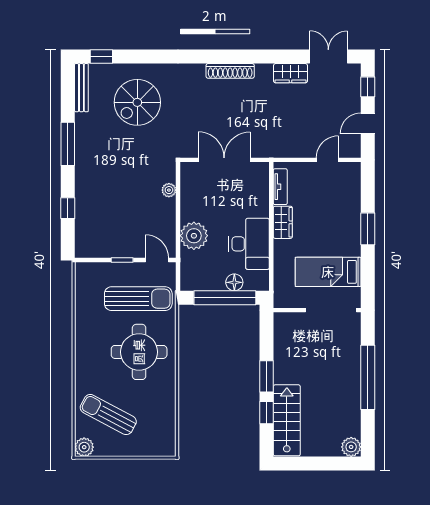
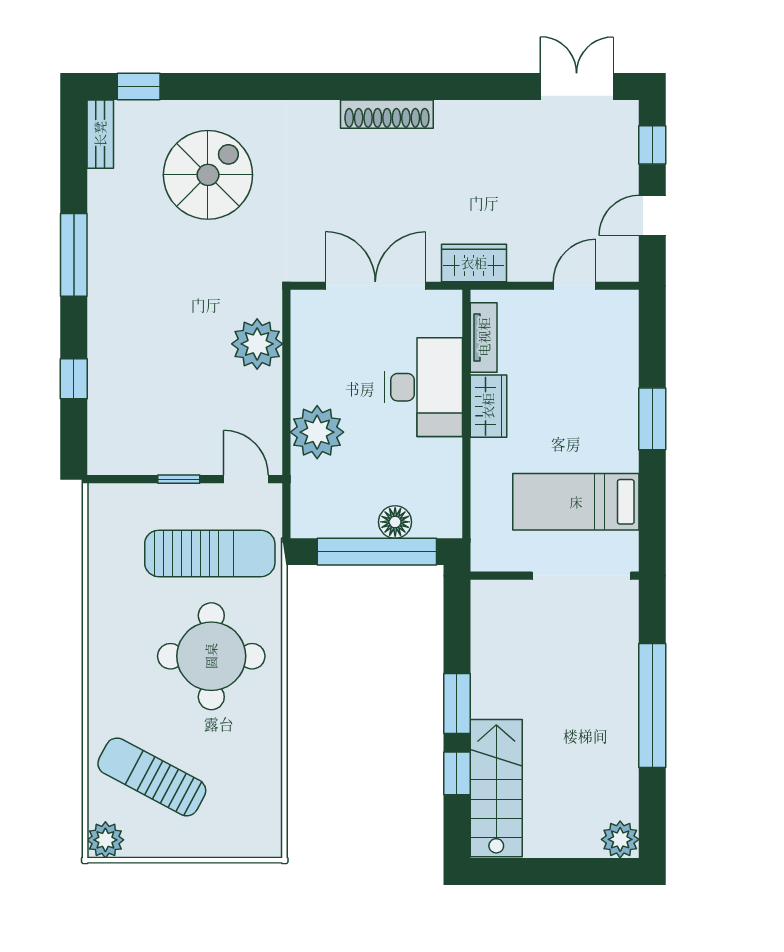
wardrobe: (291, 73) -> (474, 263), moved, turned 180
bench: (81, 88) -> (100, 134), width x0.73
spiral stairs: (137, 102) -> (208, 175), turned 180
plant: (169, 190) -> (257, 344), width x1.87, depth x1.87
desk: (249, 244) -> (423, 387), moved

